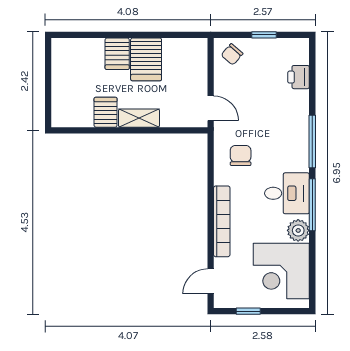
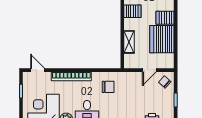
server rack: (146, 59) -> (162, 39), width x1.60
door: (211, 108) -> (149, 70), moved
shelving: (139, 118) -> (129, 42), moved

